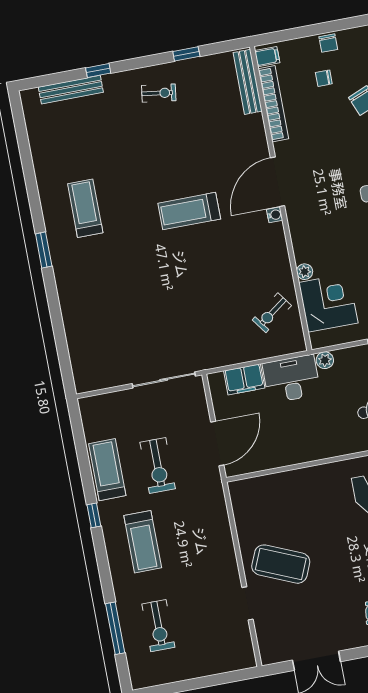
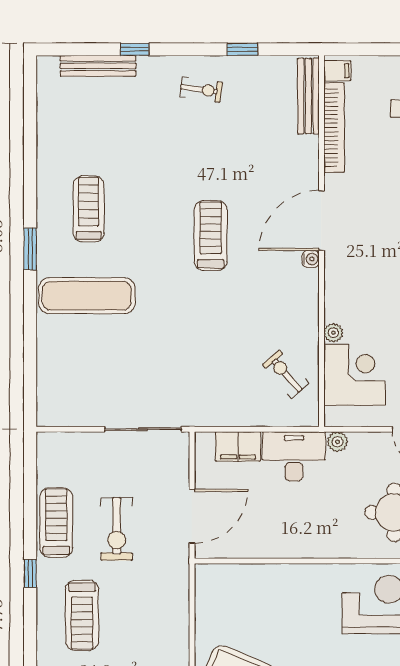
treadmill: (189, 211) -> (211, 236), turned 90
exercise mat: (97, 279) -> (87, 296), added
exercise bike: (272, 313) -> (286, 374), turned 85

